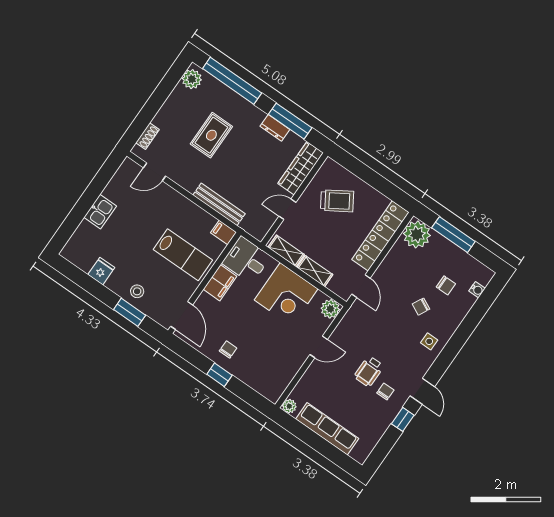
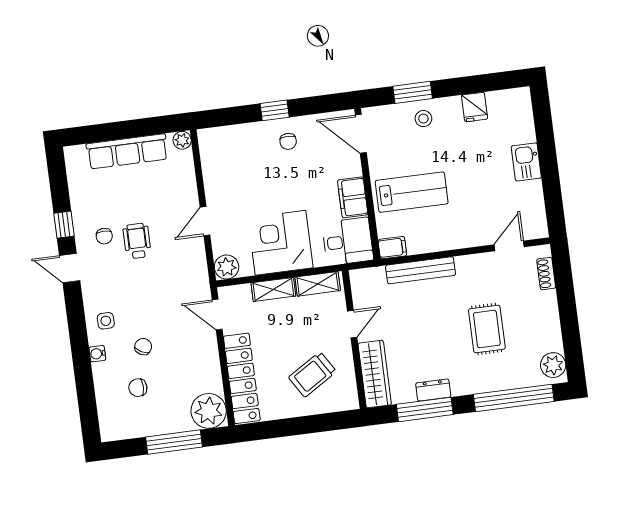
lab bench: (183, 255) -> (412, 192), turned 180
water cooler: (477, 290) -> (97, 354), moved

